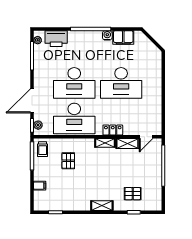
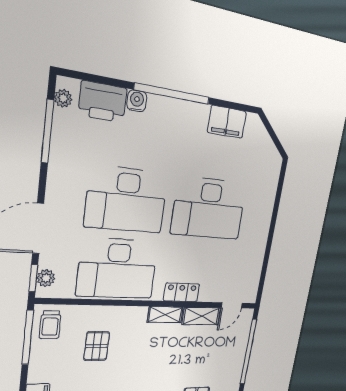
water cooler: (107, 35) -> (137, 101), moved

